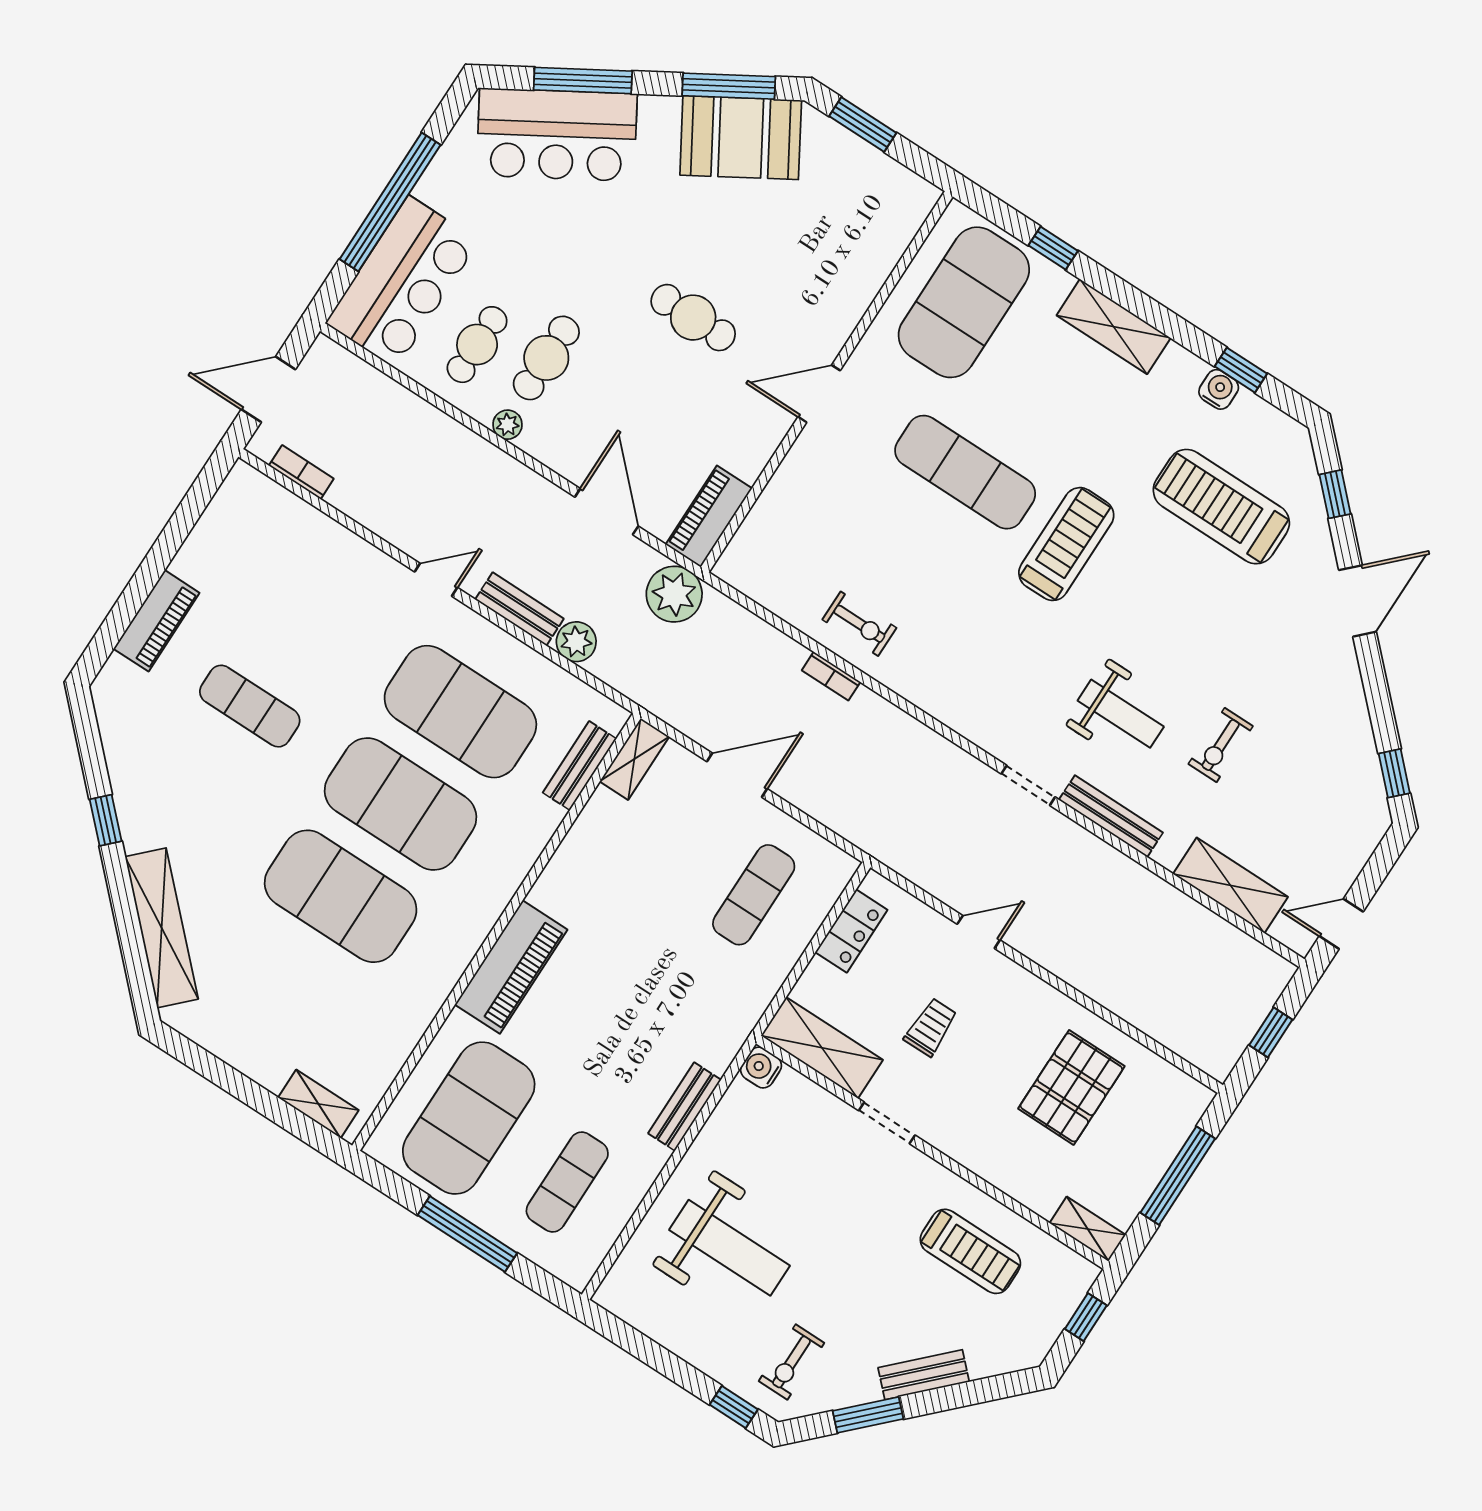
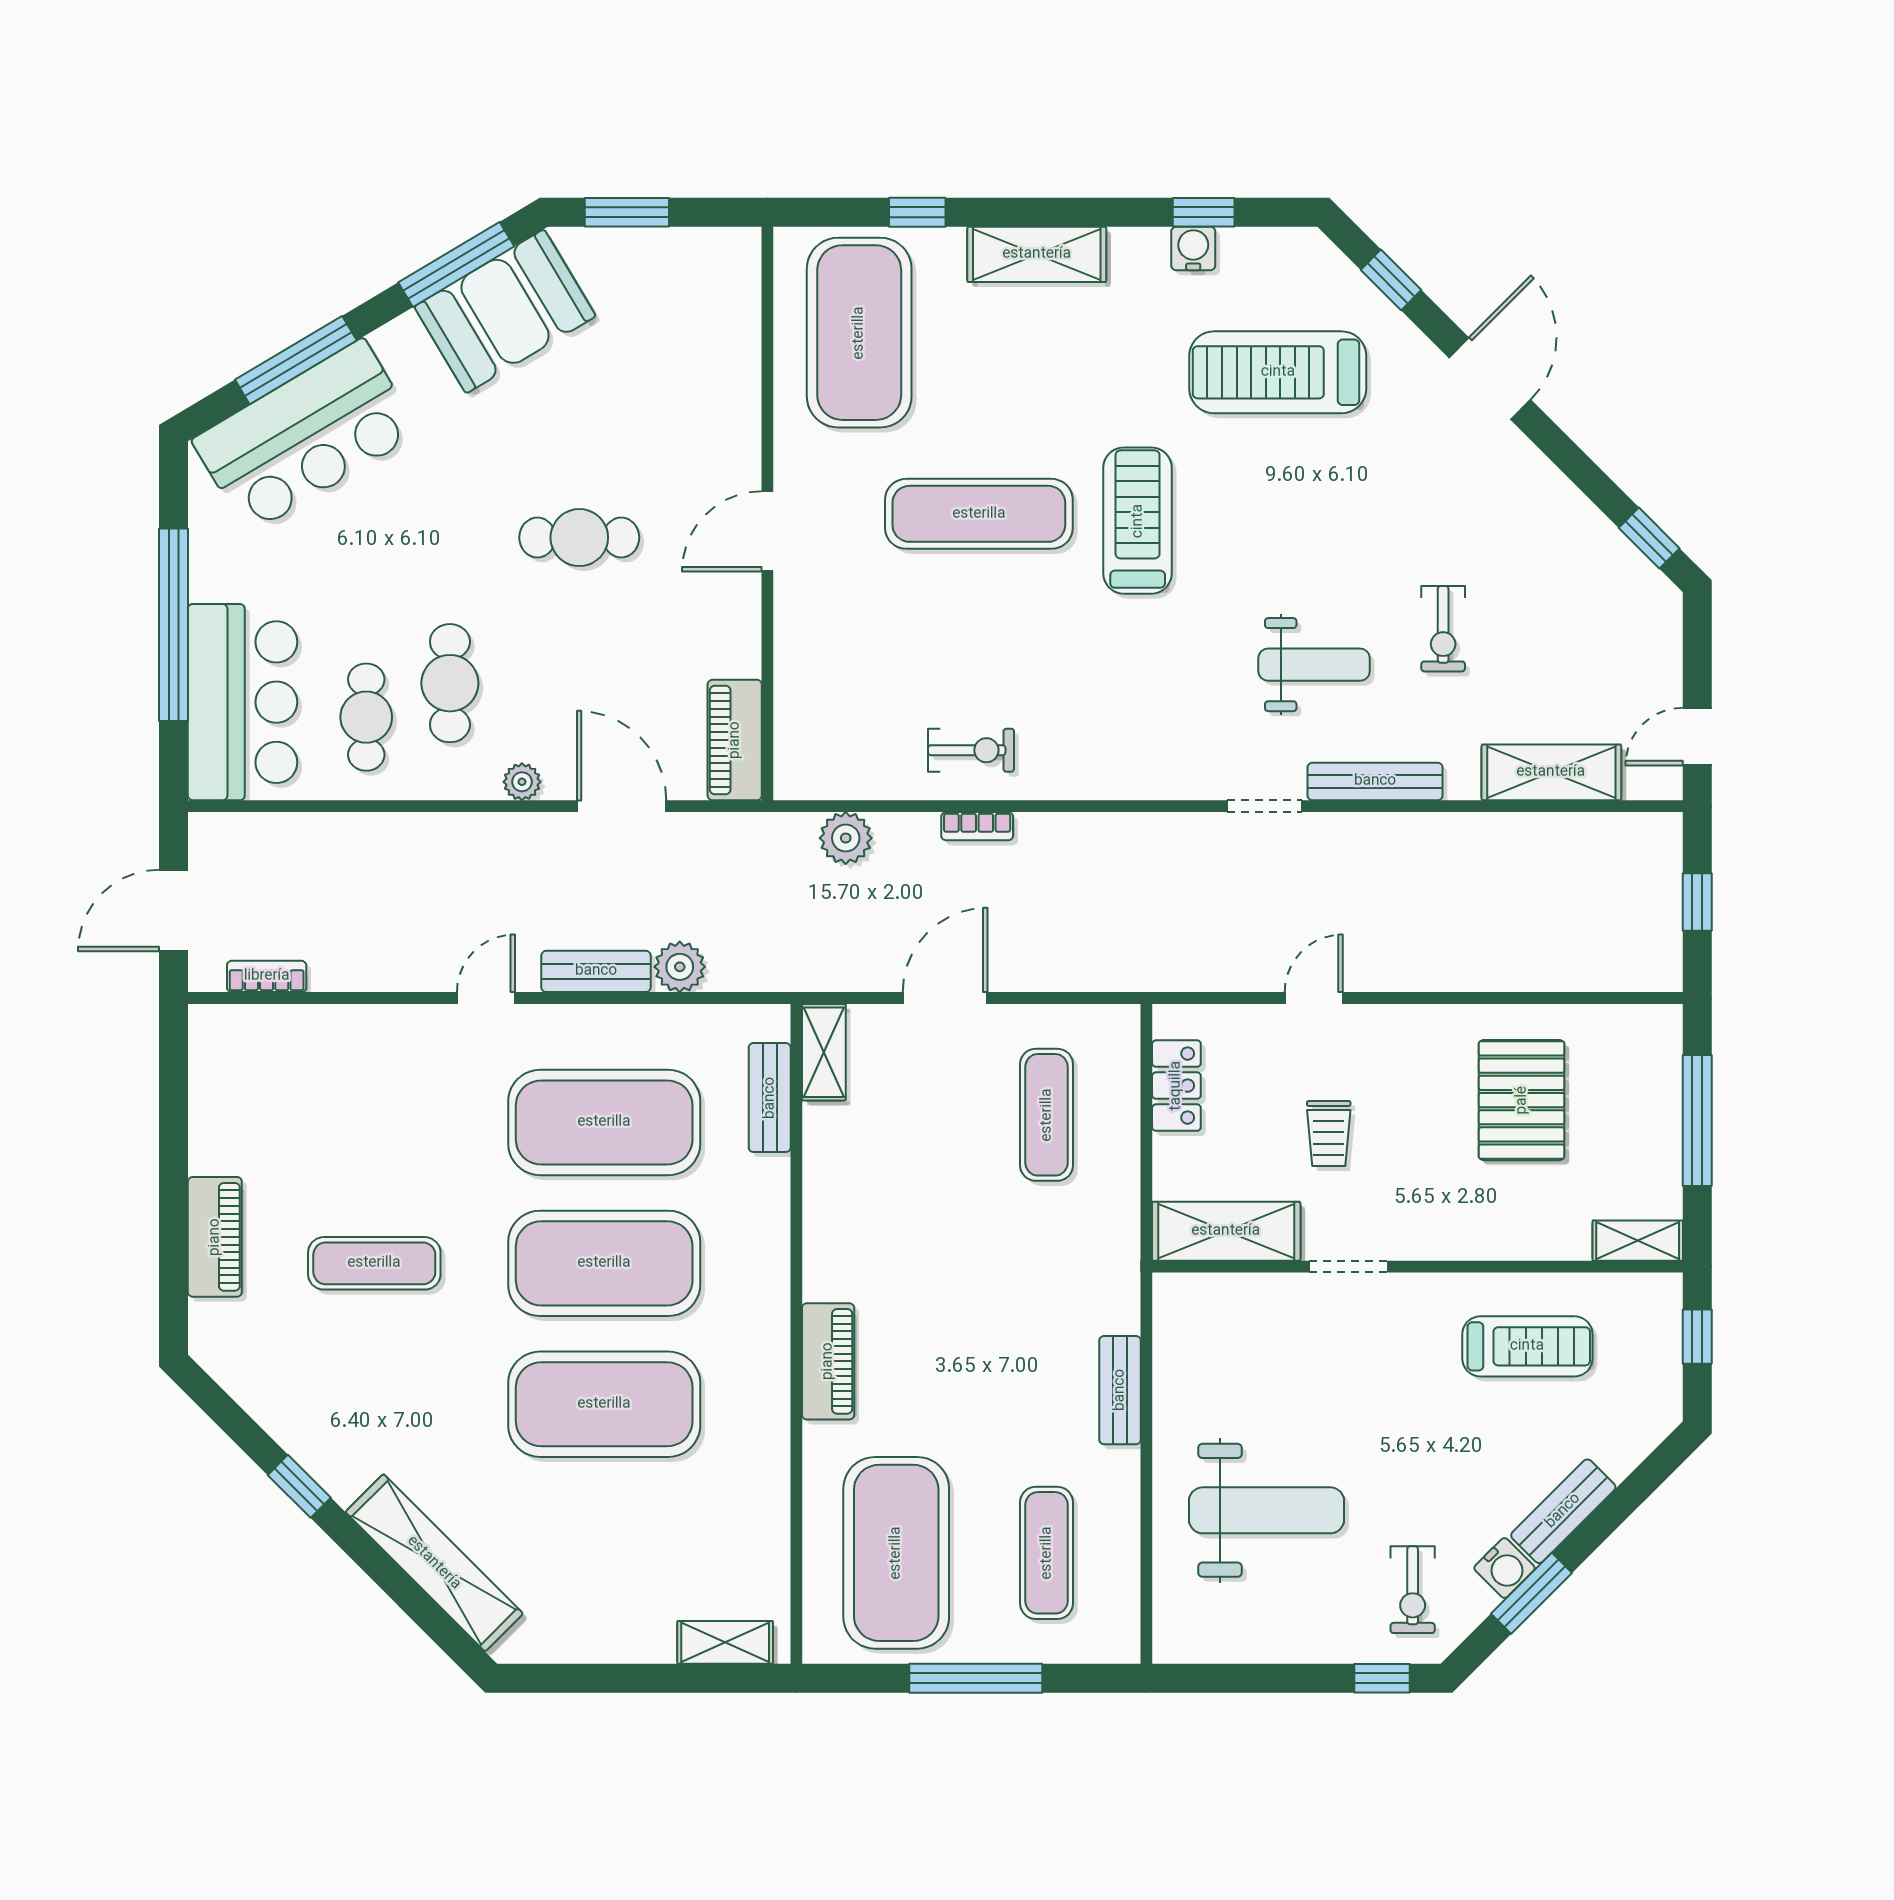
plant: (507, 425) -> (522, 782), moved
plant: (674, 594) -> (846, 838), moved, width x0.73, depth x0.73
piano: (511, 967) -> (828, 1361), width x0.73, depth x0.75
trolley: (931, 1027) -> (1329, 1133), turned 180
water cooler: (761, 1068) -> (1505, 1568), moved, turned -135

